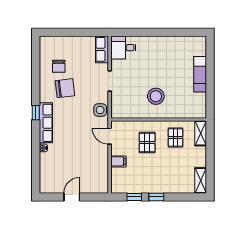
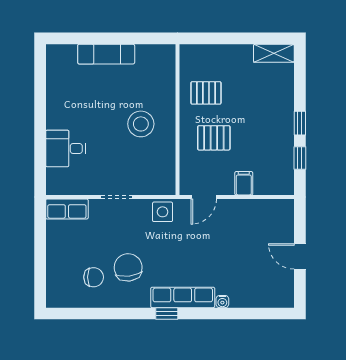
desk: (123, 48) -> (66, 148), moved, turned 90
shelving: (201, 133) -> (199, 53), removed

